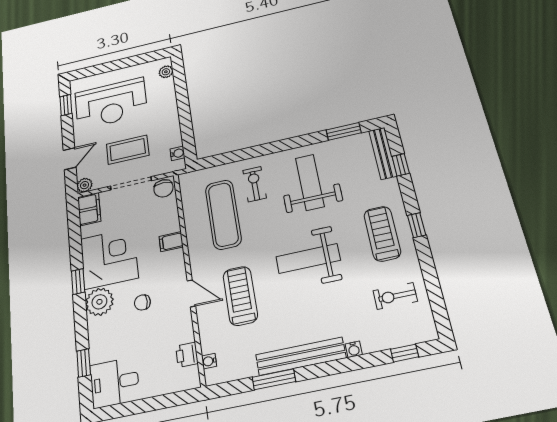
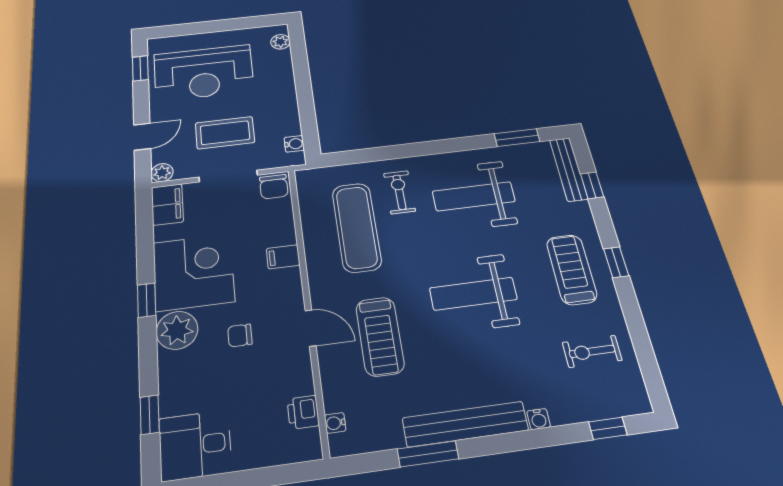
weight bench: (310, 182) -> (474, 196), turned -90
treadmill: (240, 296) -> (380, 336), turned 180

